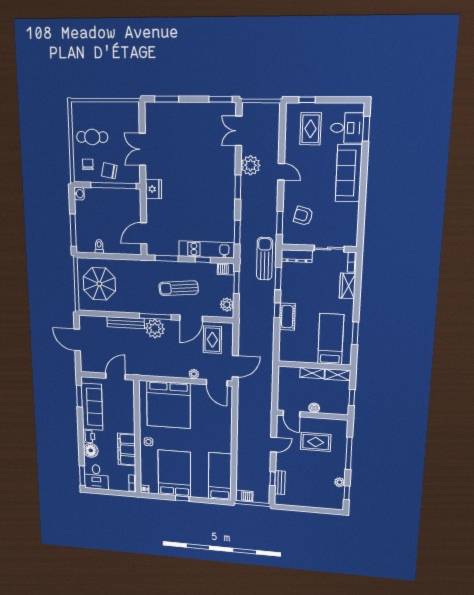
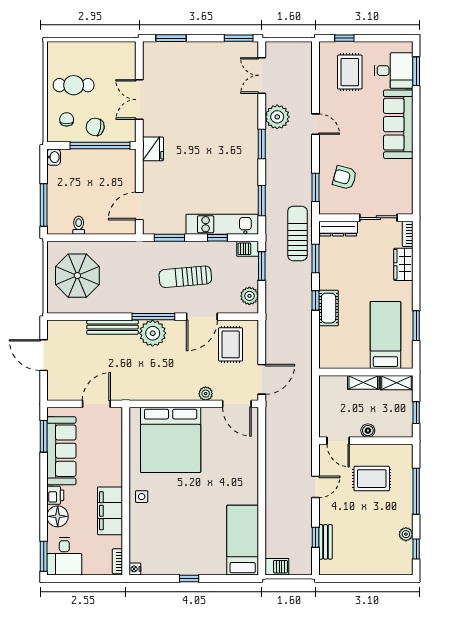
bed: (174, 473) -> (178, 541), removed

